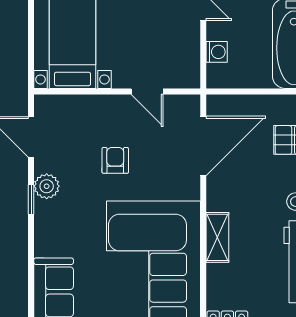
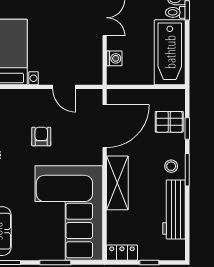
shelving: (217, 237) -> (117, 183), width x1.50, depth x1.33

